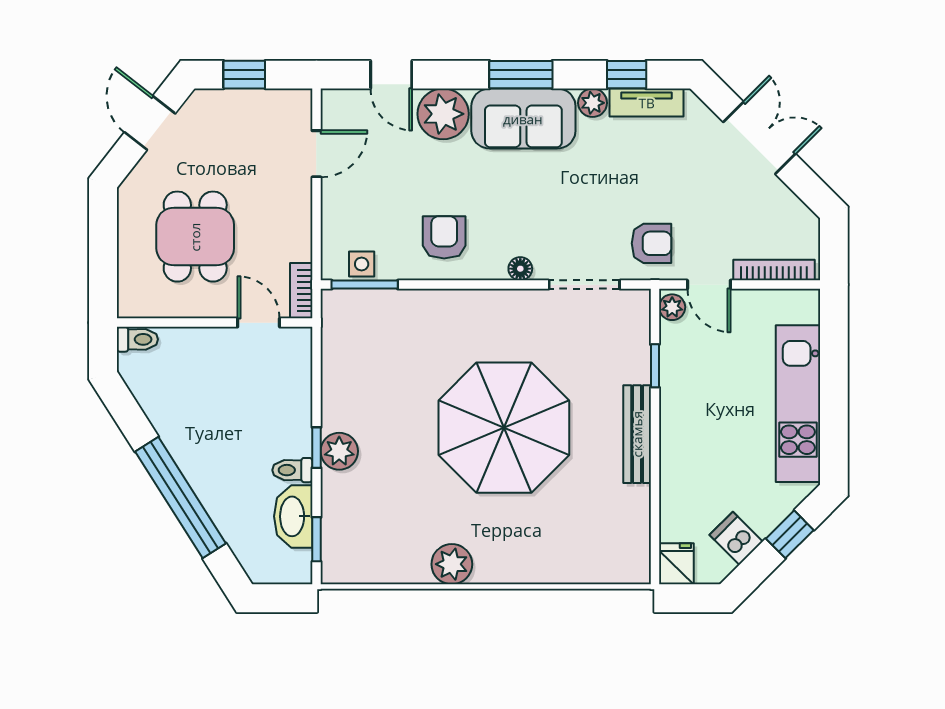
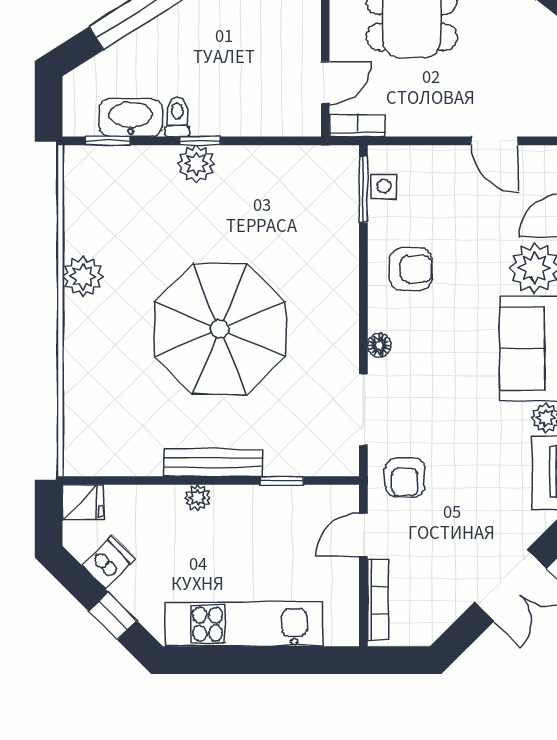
plant: (672, 307) -> (197, 498), moved

